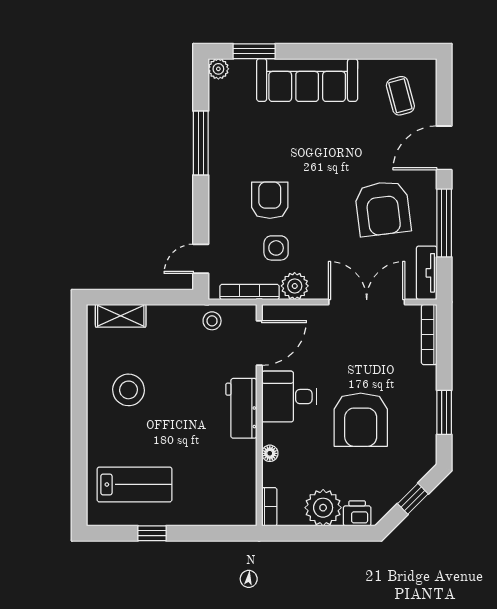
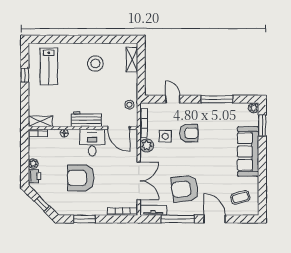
door: (201, 259) -> (173, 99), moved
shelving: (246, 502) -> (40, 121), added
plant: (323, 508) -> (33, 164), width x0.53, depth x0.53

